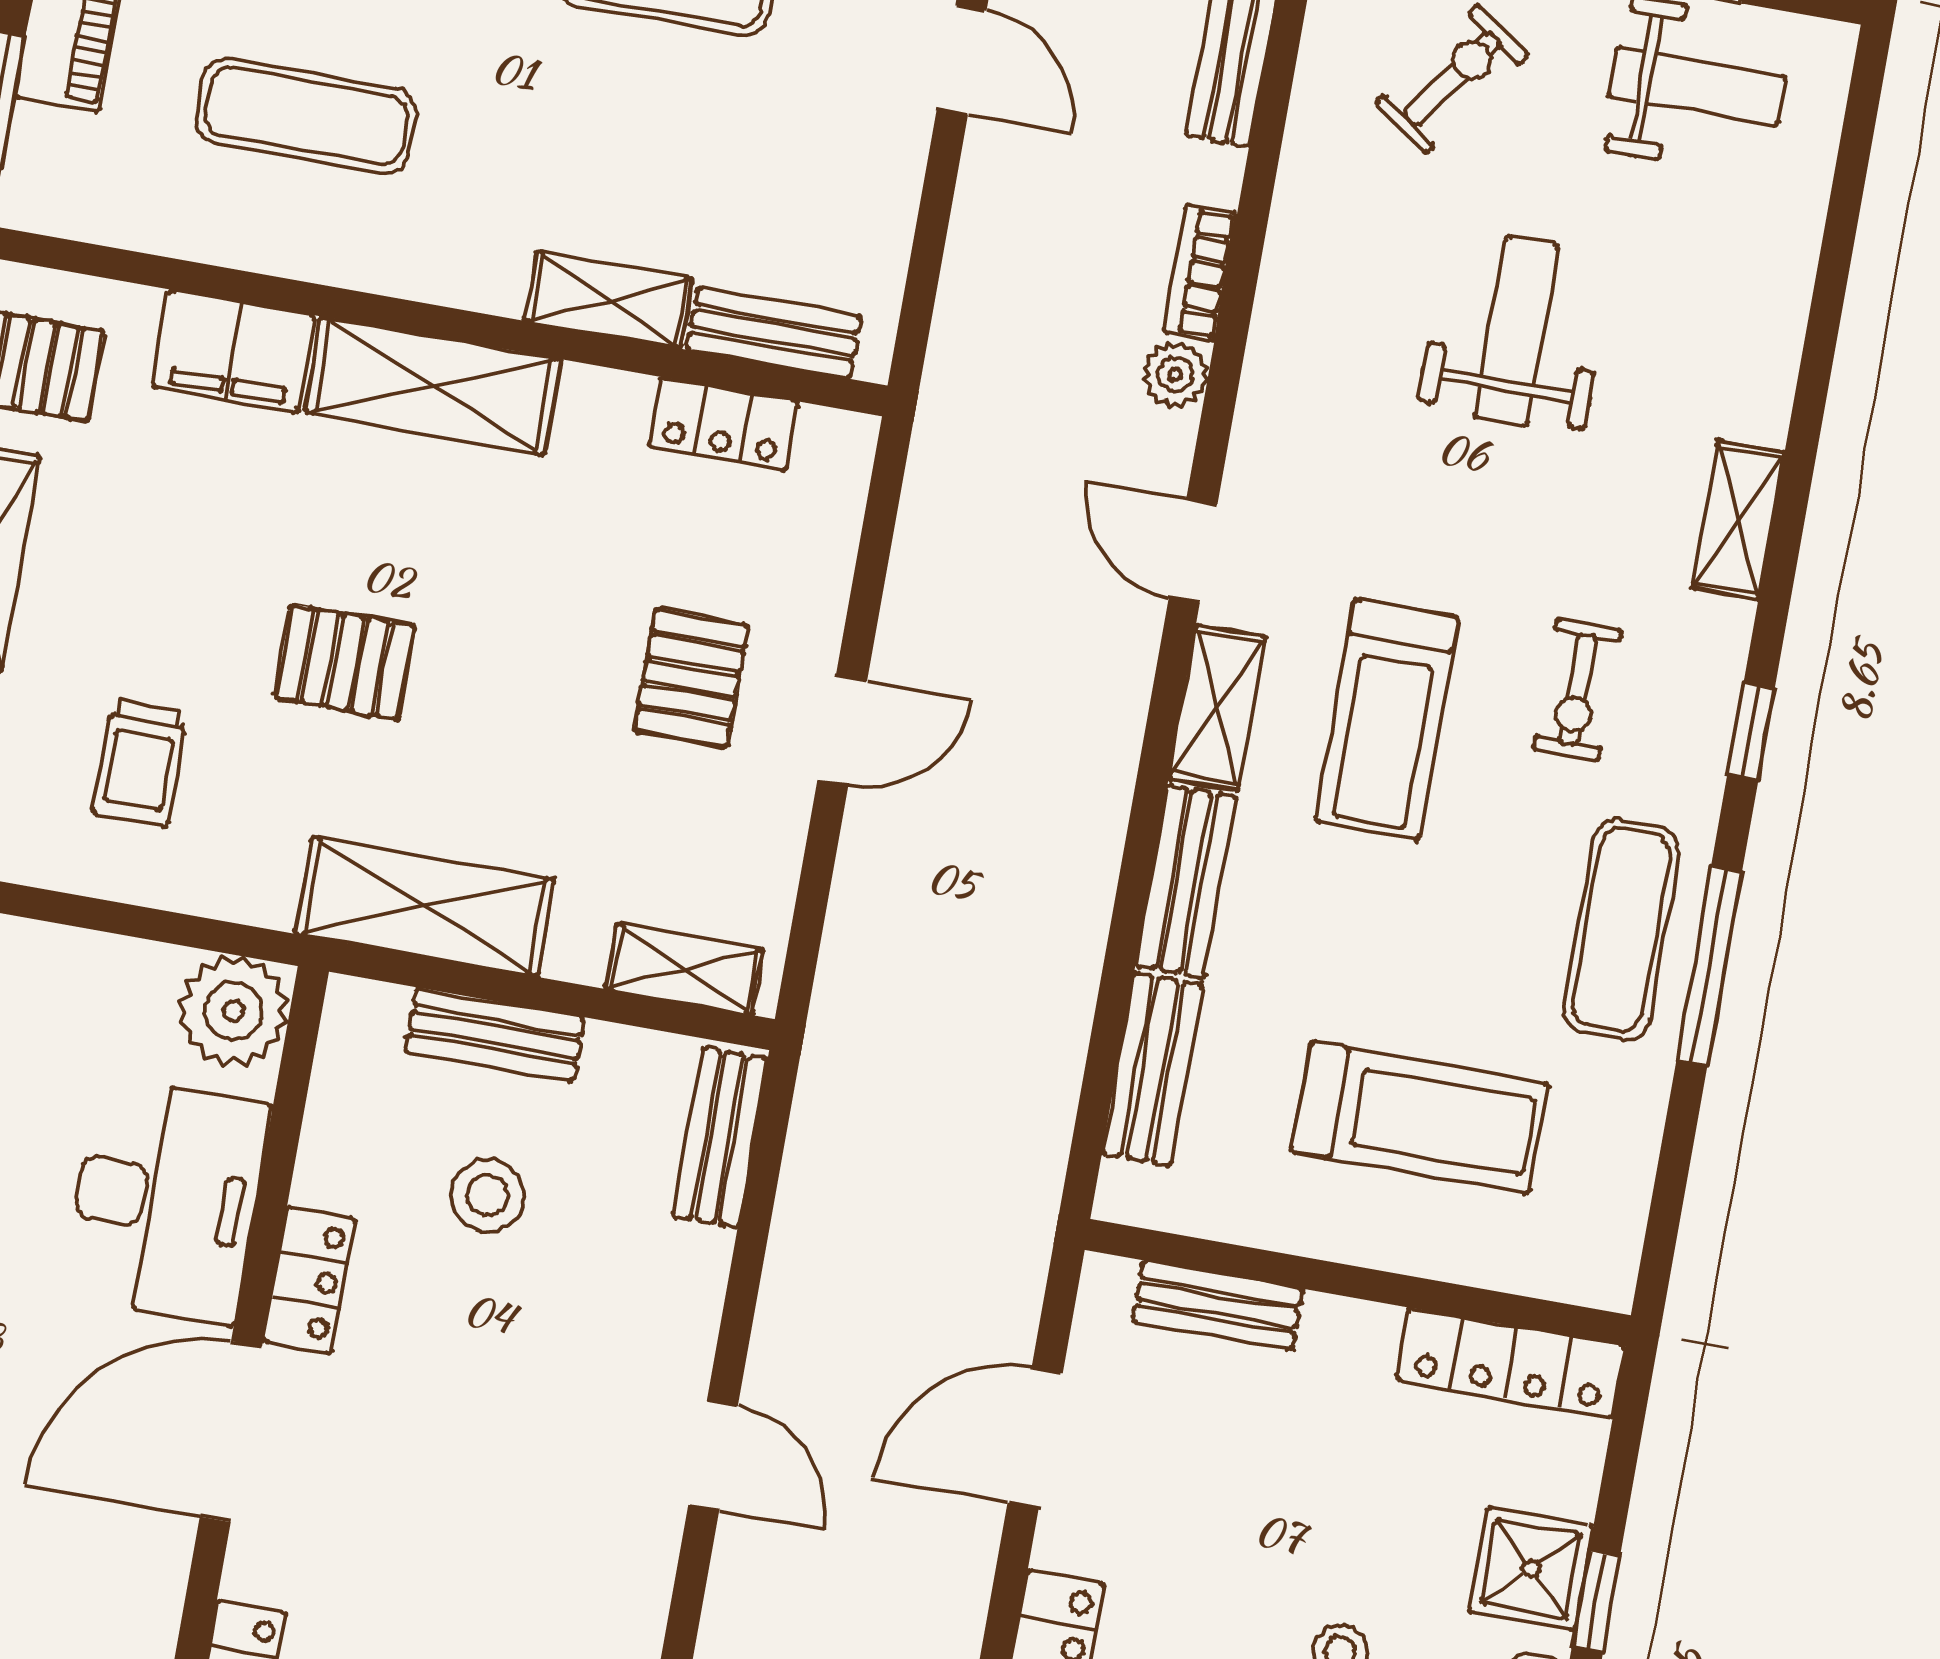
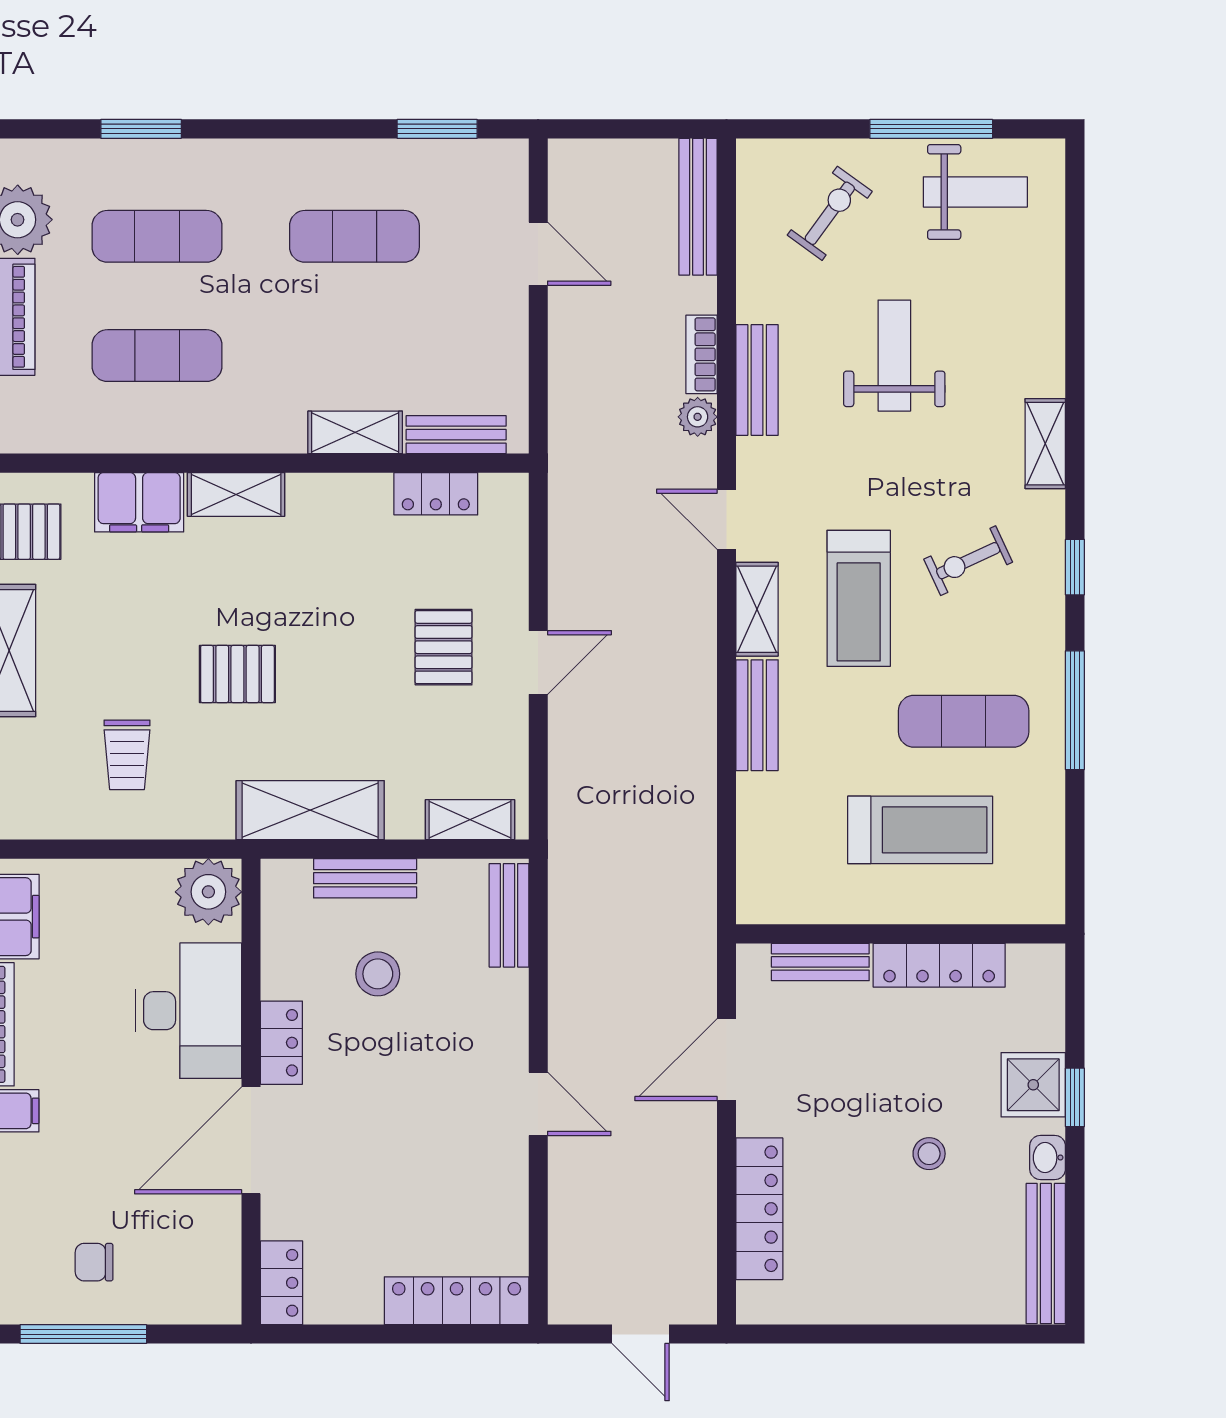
shelving: (433, 386) -> (236, 494), width x0.67, depth x0.75
exercise bike: (1578, 690) -> (968, 561), turned 65
exercise mat: (1621, 930) -> (964, 721), moved, turned 90
bench: (1152, 1069) -> (757, 380), moved
locker: (1511, 1363) -> (939, 965), moved

